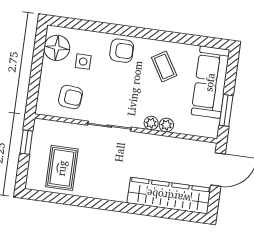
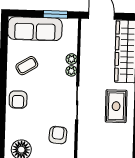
armchair: (122, 51) -> (18, 100), turned 180
side table: (83, 62) -> (30, 128), removed
rug: (62, 168) -> (116, 106), moved, turned 90

